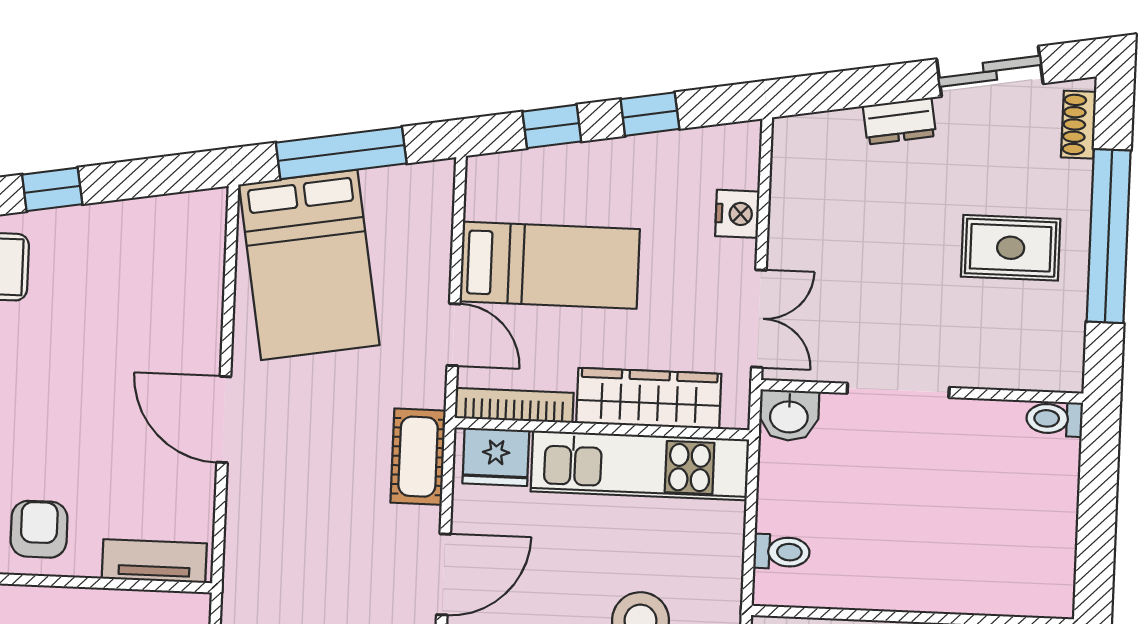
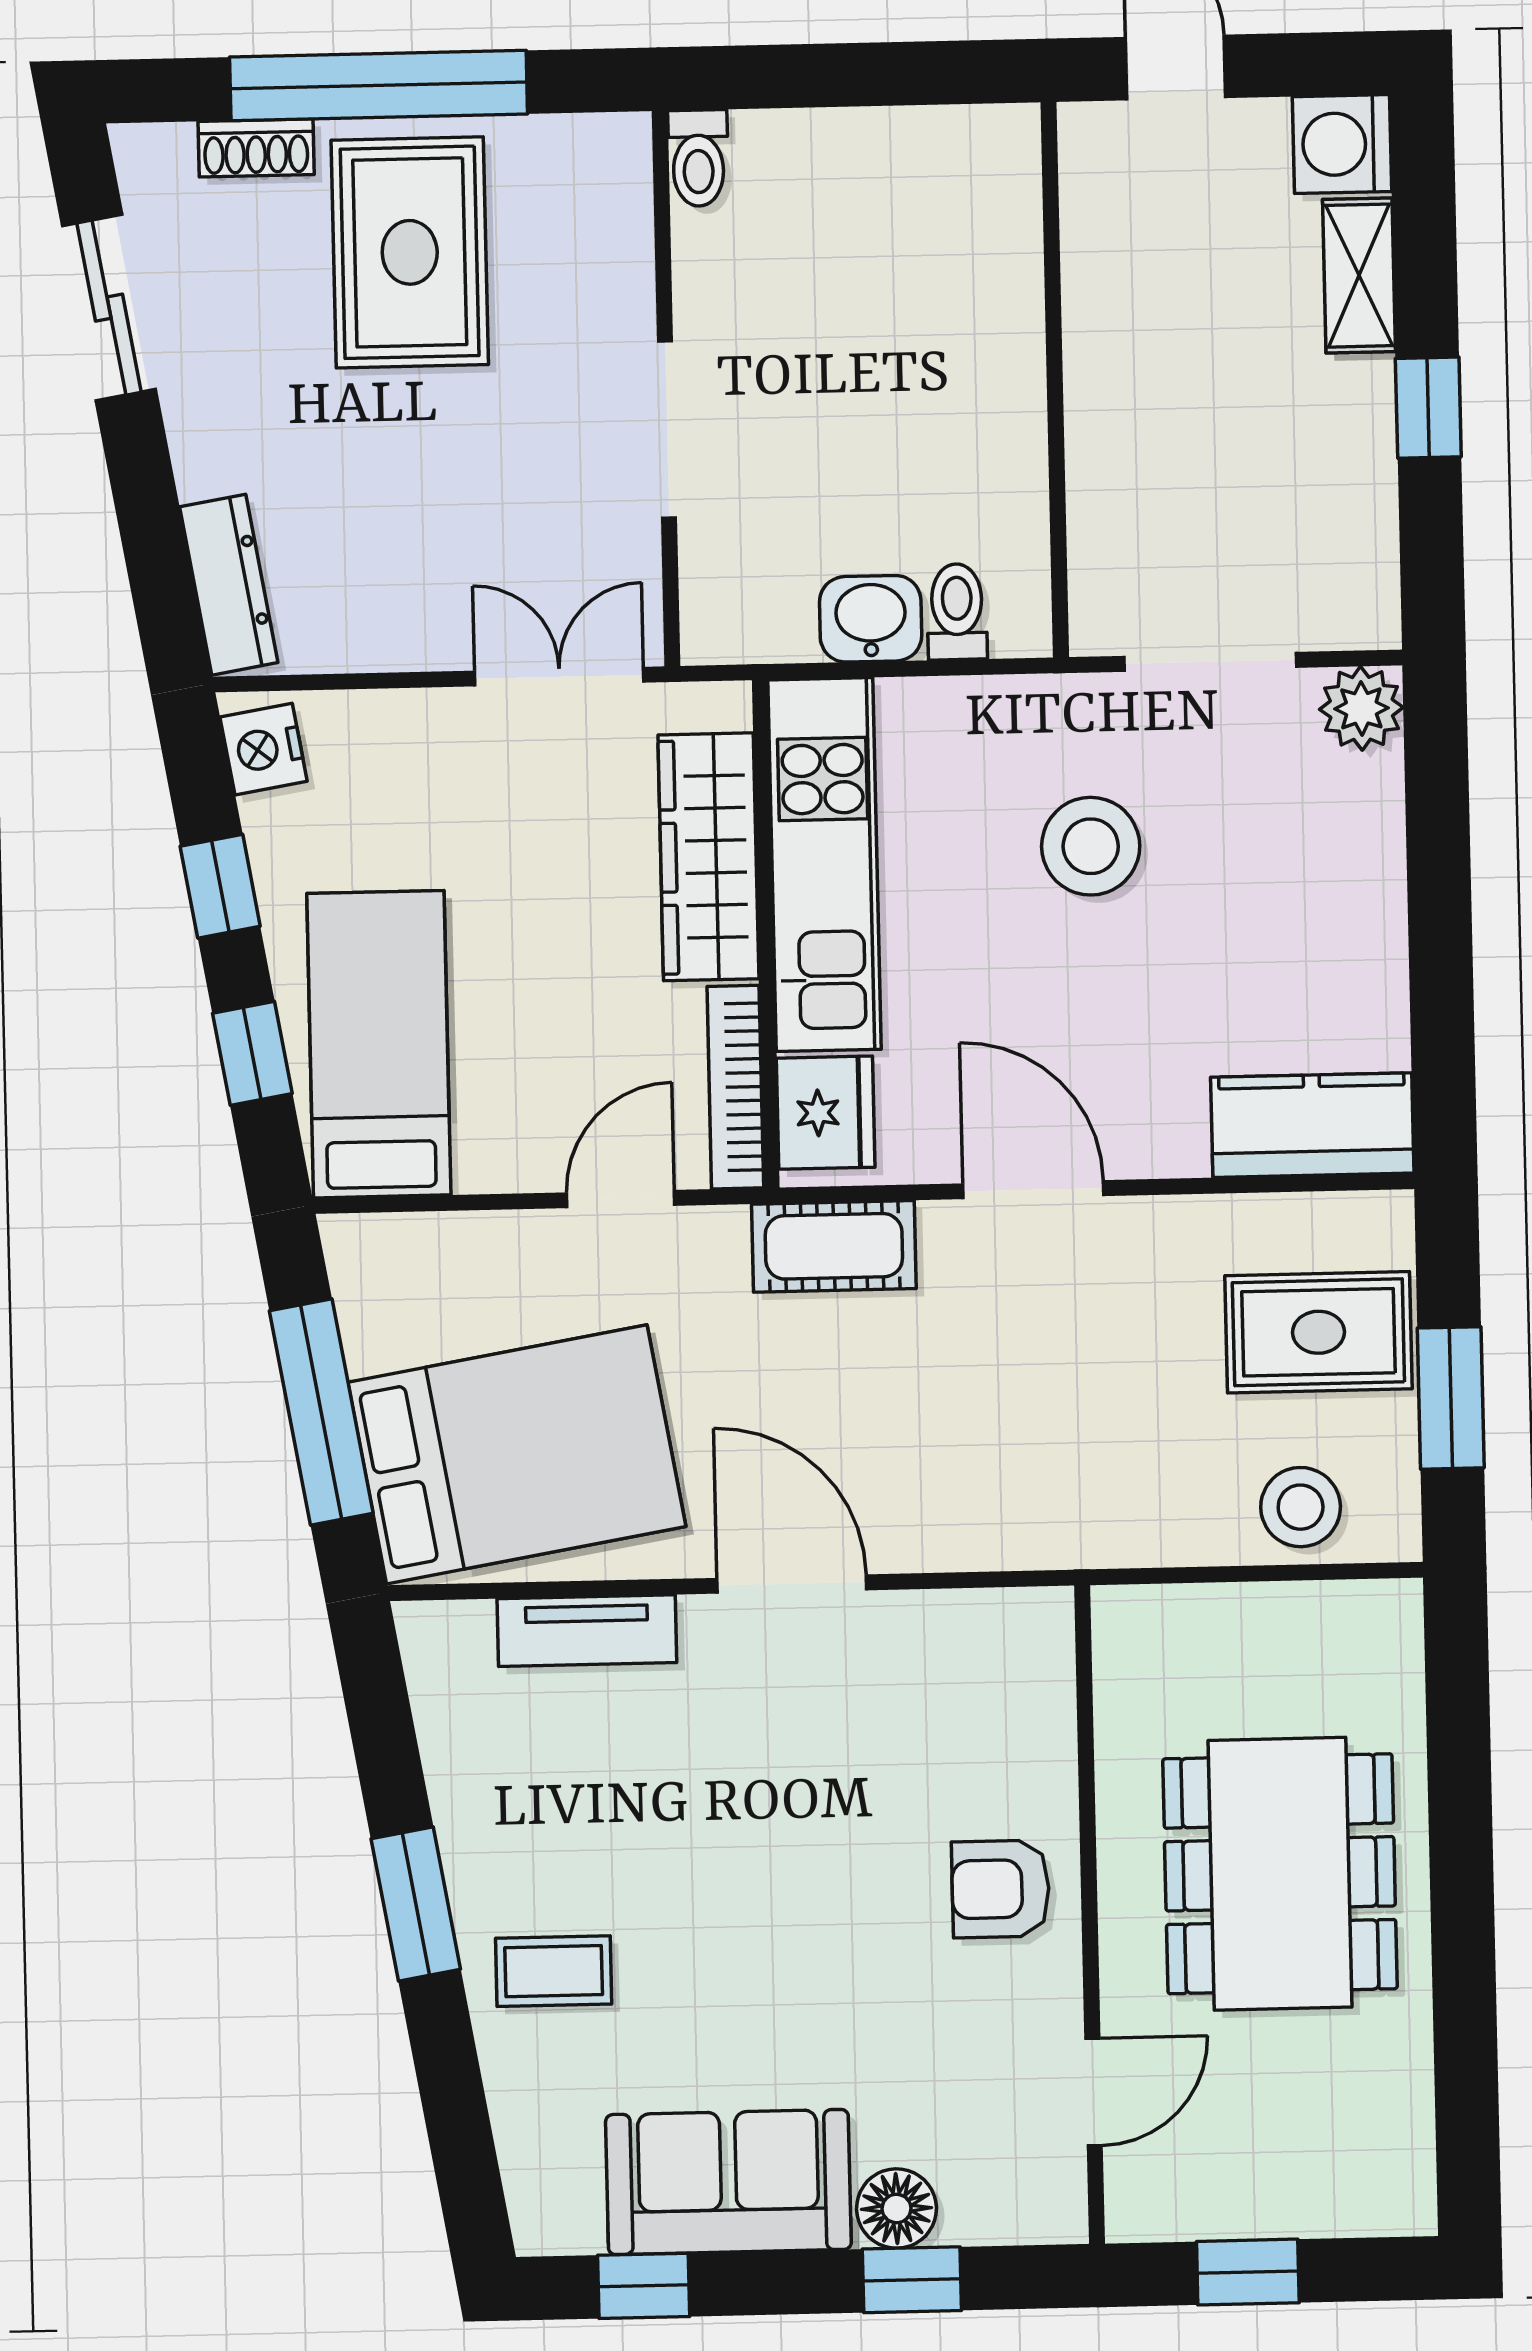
dresser: (899, 121) -> (229, 585), moved, width x1.44
shoe rack: (1079, 125) -> (256, 148), moved
window: (52, 189) -> (416, 1904), width x1.50
nightstand: (737, 214) -> (264, 749), moved, turned -100
rug: (1011, 248) -> (410, 252), width x1.36, depth x1.43
bed: (550, 265) -> (379, 1044), moved
washbasin: (789, 415) -> (871, 619), moved, turned -90
door: (224, 420) -> (792, 1584), swing flipped
tv unit: (154, 561) -> (587, 1631), moved, turned -90

